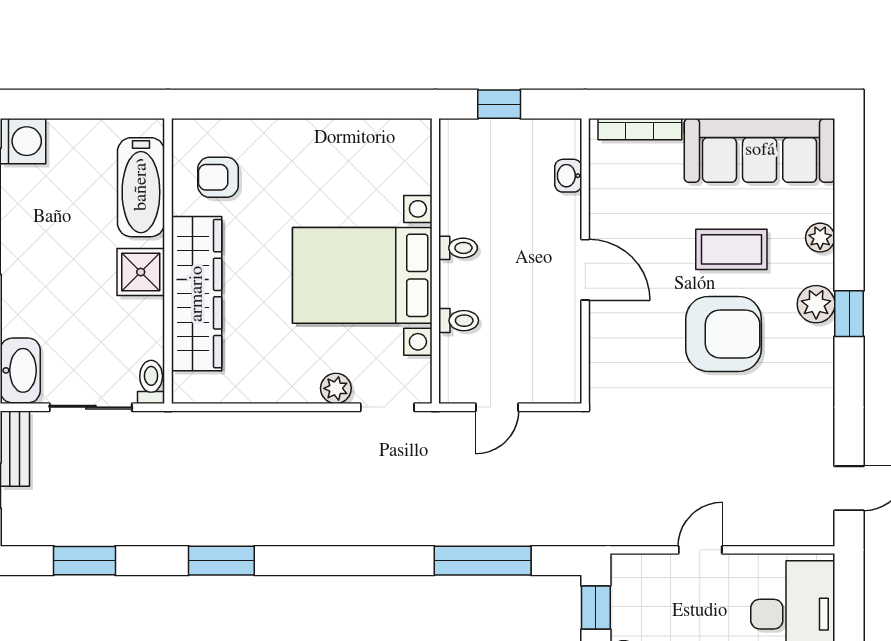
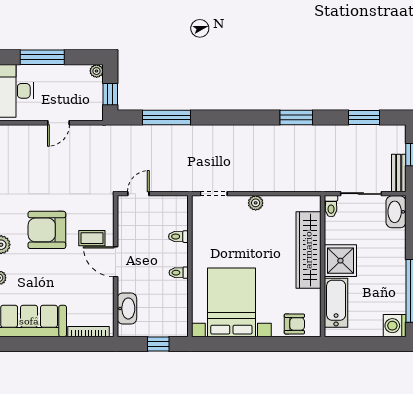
washbasin: (568, 176) -> (127, 308), width x1.91, depth x1.45
armchair: (218, 177) -> (294, 324), moved
coffee table: (731, 249) -> (92, 238), moved, width x0.73, depth x0.77
shower: (141, 272) -> (340, 261), width x1.36, depth x1.36
bed with nightstands: (362, 275) -> (231, 302), moved, turned -90
plant: (336, 388) -> (256, 203), moved
door: (497, 407) -> (138, 194), moved

